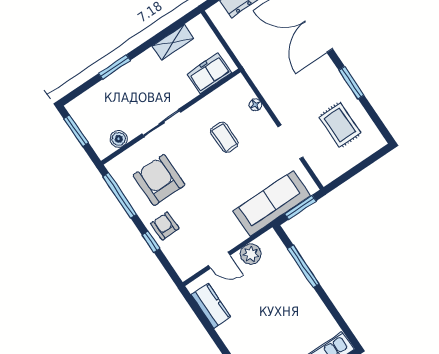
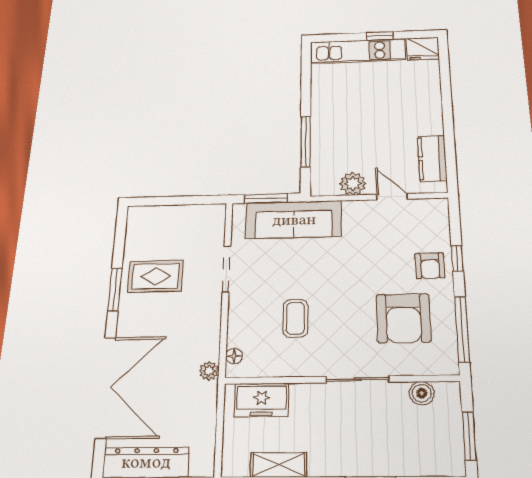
plant: (253, 70) -> (209, 371), added
floor lamp: (255, 105) -> (234, 356), moved
rug: (340, 125) -> (156, 276), moved, turned 90

